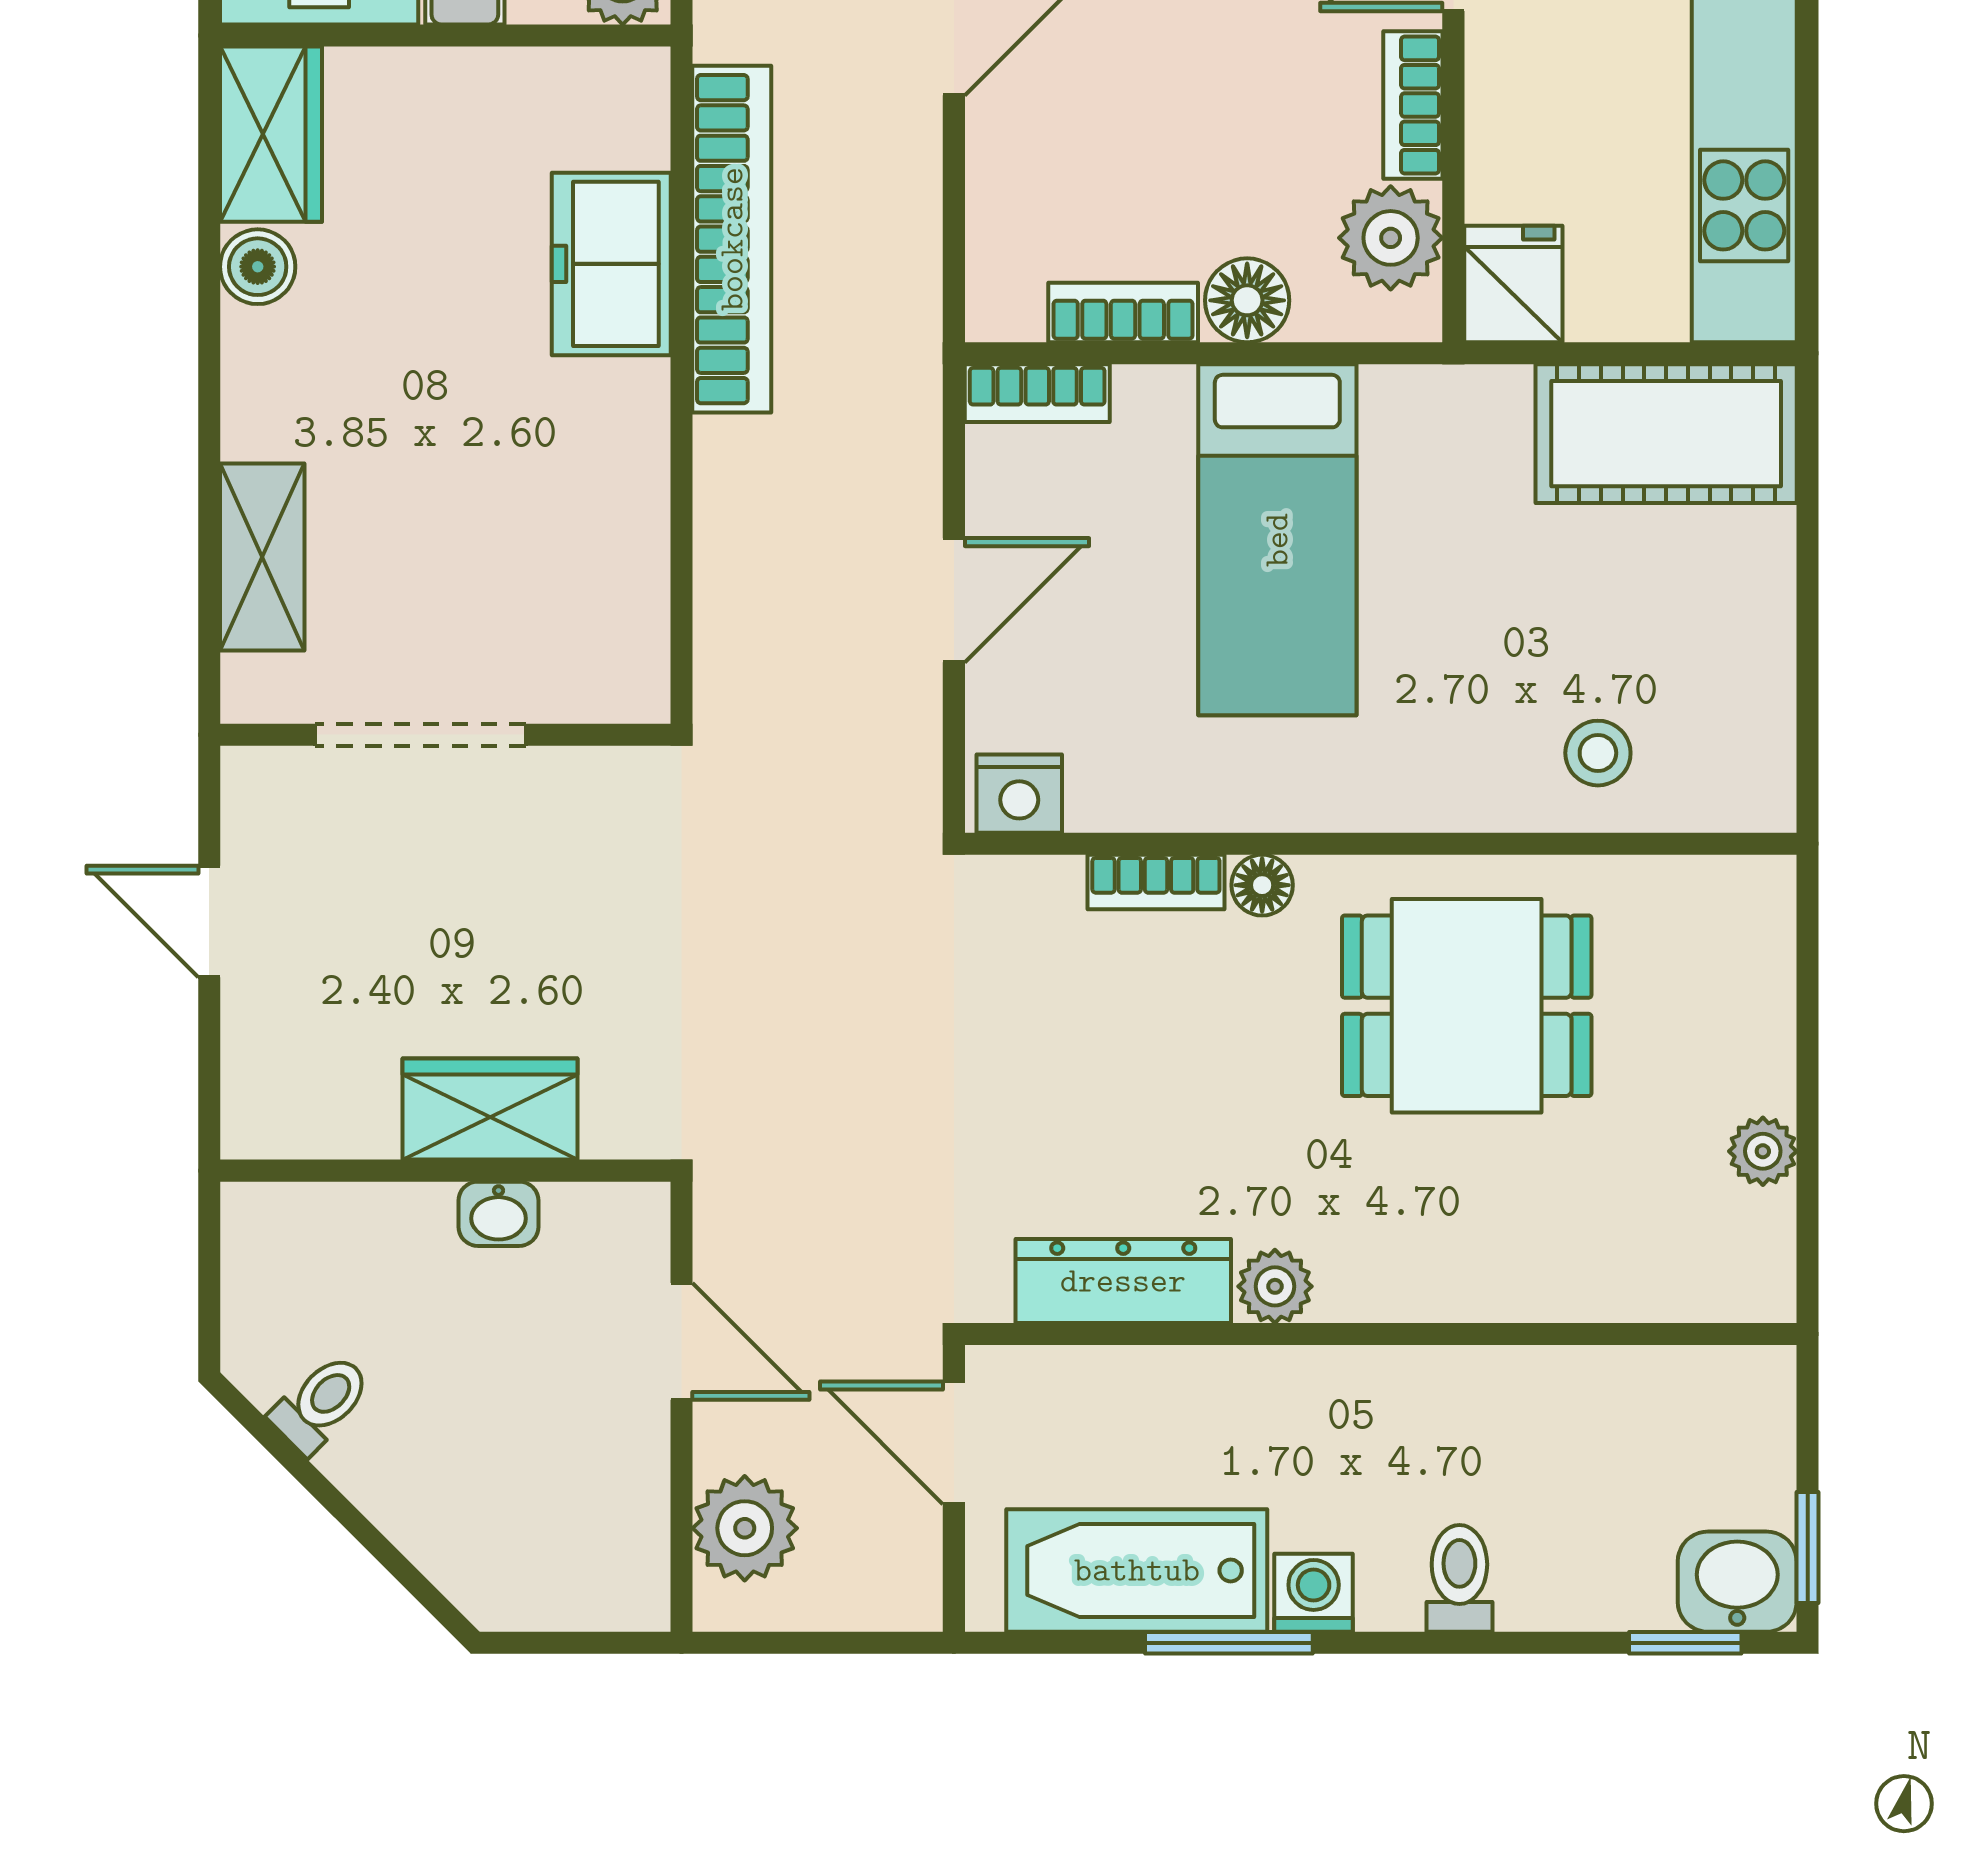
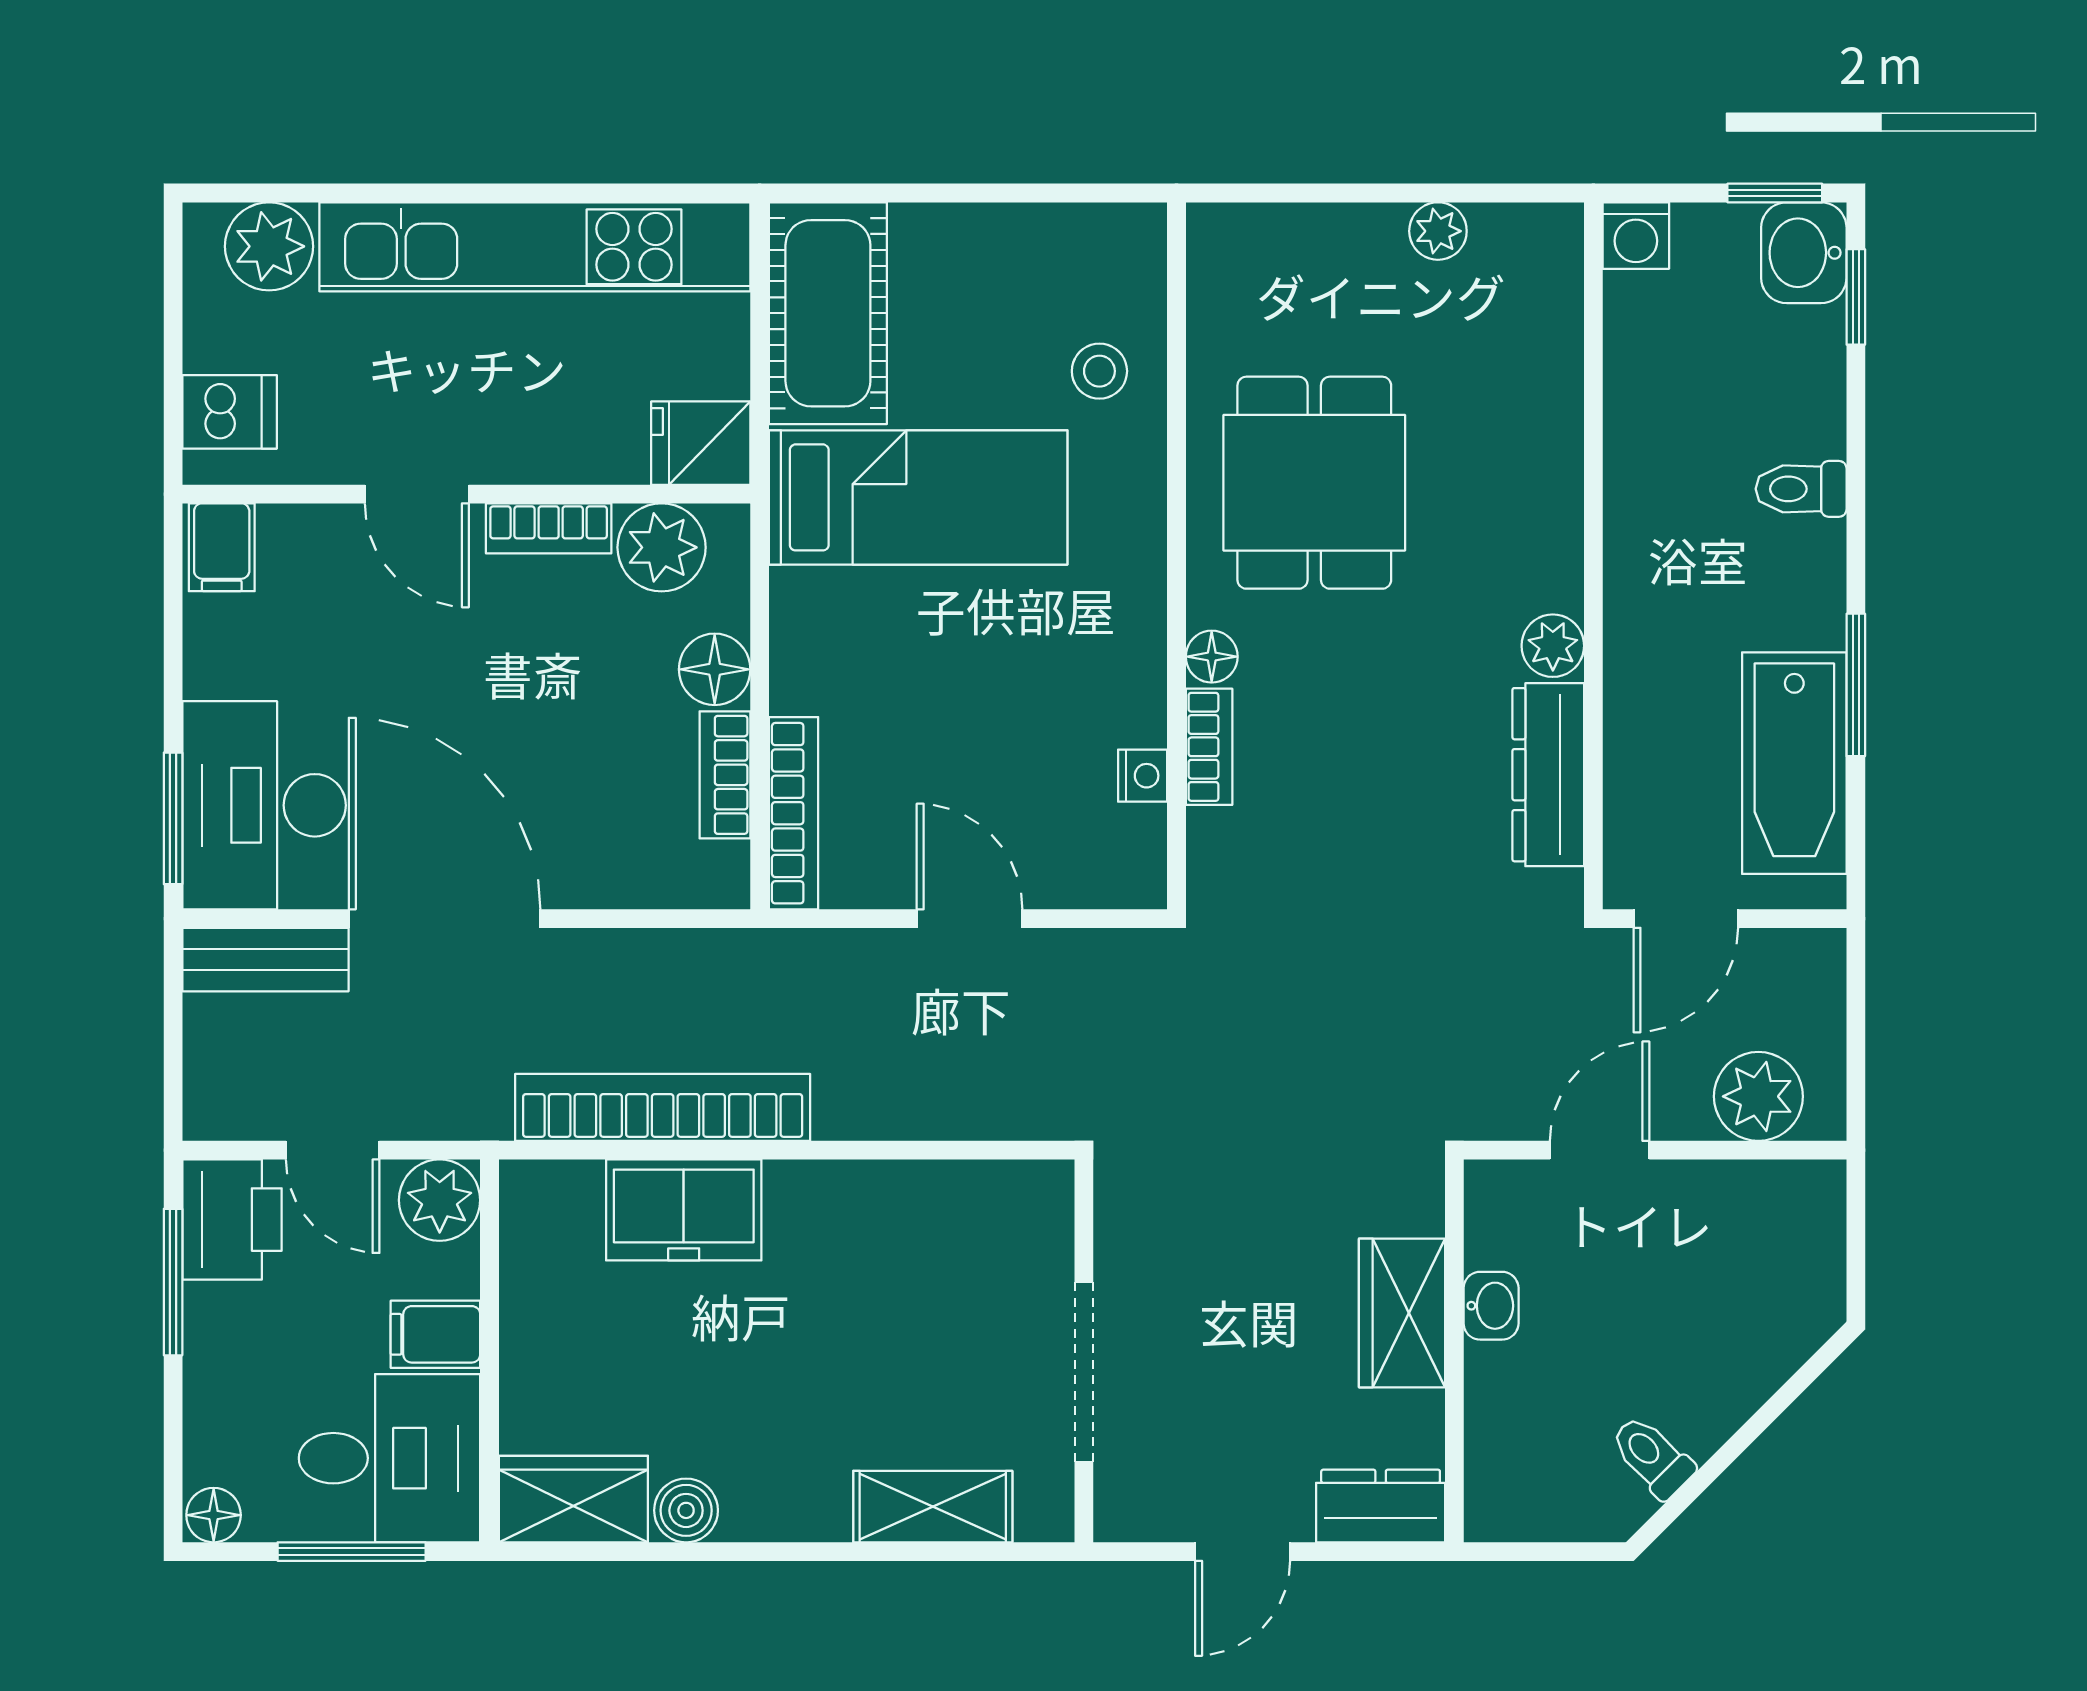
bookcase: (1037, 393) -> (794, 813), width x1.56
bed: (1277, 540) -> (918, 497), moved
nightstand: (1019, 794) -> (1143, 776), moved, width x0.72, depth x0.74
dresser: (263, 1084) -> (1381, 1506), added
washing machine: (1314, 1593) -> (1636, 236), moved, turned -90

